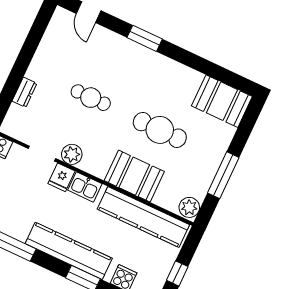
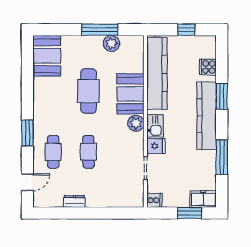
cafe table: (109, 57) -> (53, 152), added
dresser: (24, 92) -> (74, 201), moved
plant: (72, 154) -> (136, 123), moved
plant: (189, 207) -> (111, 43), moved

